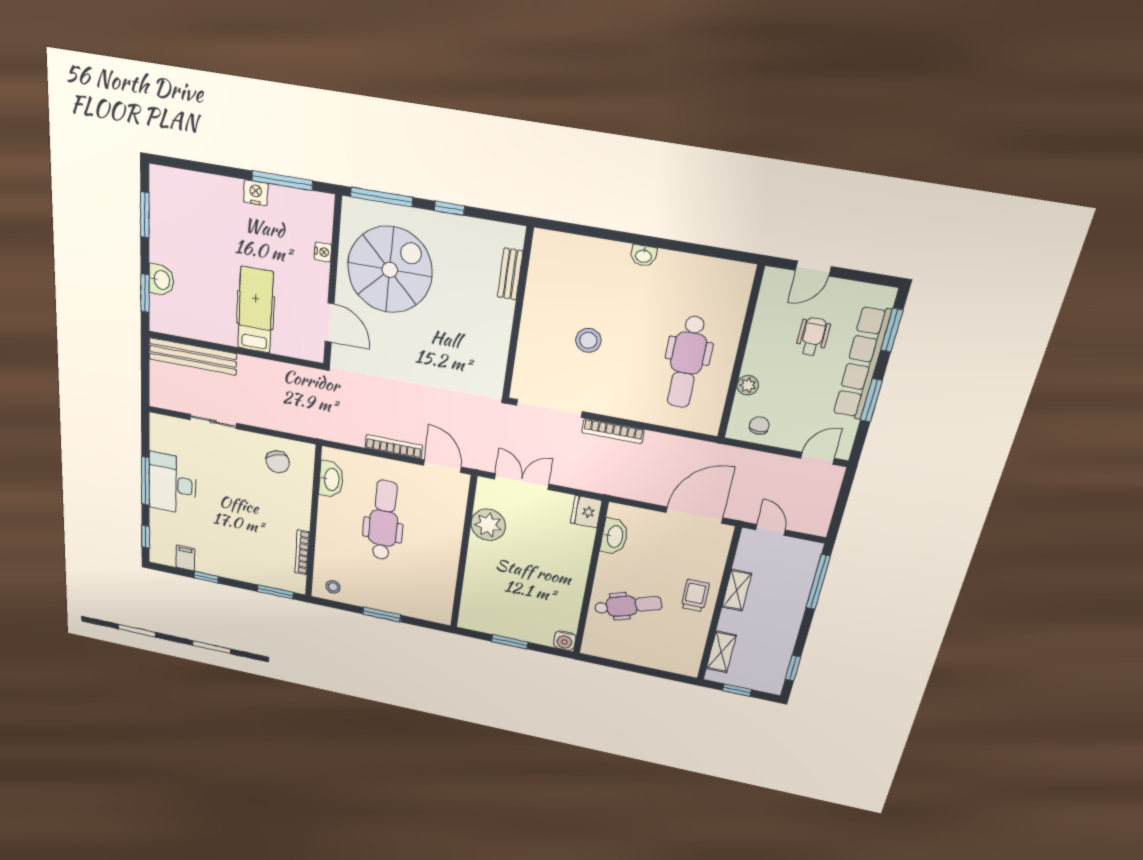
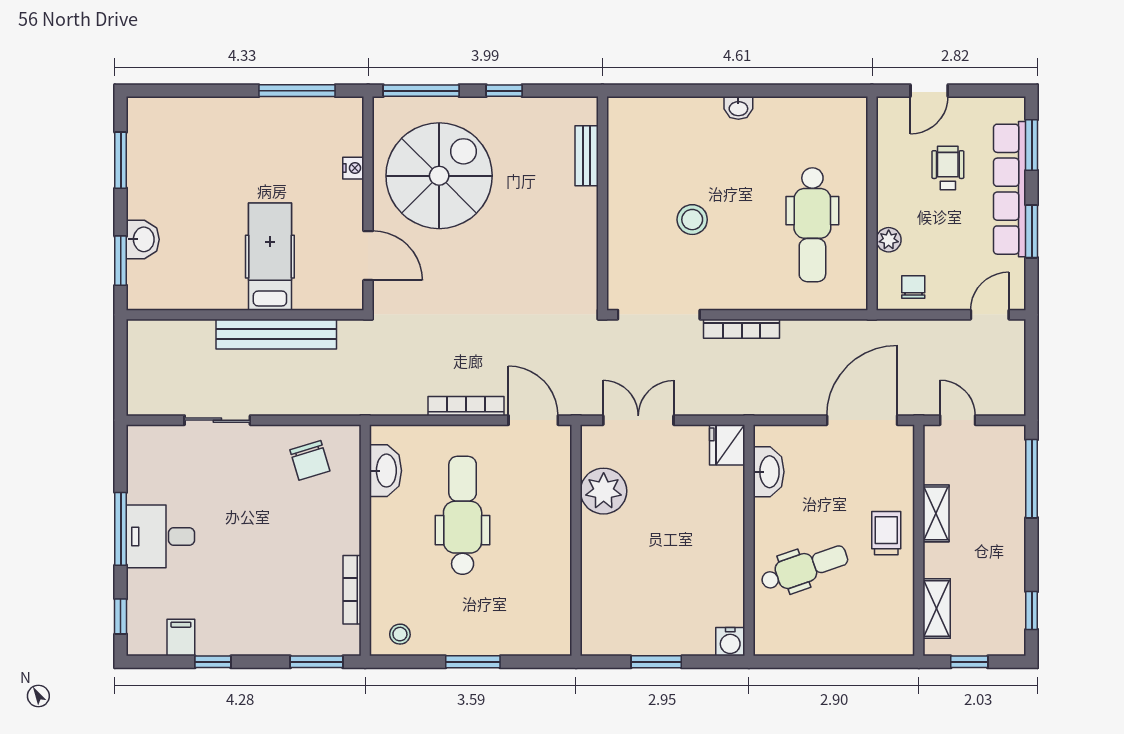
nightstand: (256, 193) -> (264, 110), removed
bench: (193, 356) -> (276, 334), moved
desk: (172, 484) -> (160, 536), width x0.73

